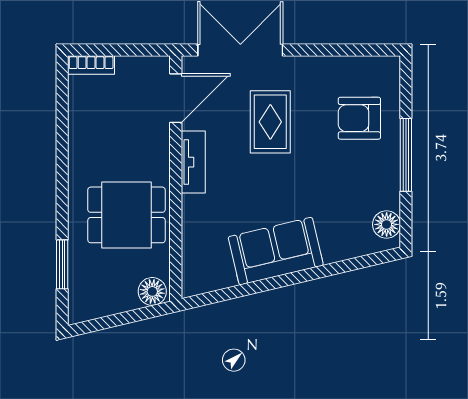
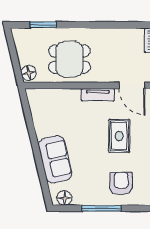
rug: (270, 122) -> (119, 136), turned 90
dining table: (126, 215) -> (70, 59), turned 90
sofa: (276, 251) -> (55, 159), moved

